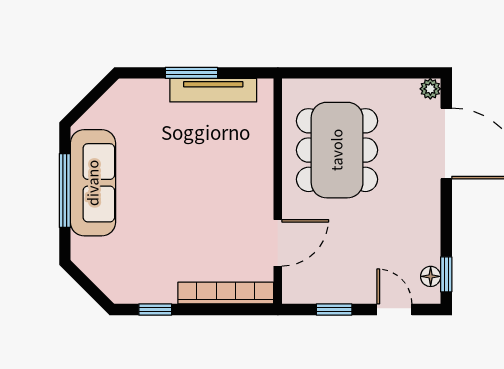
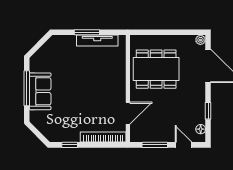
dining table: (337, 150) -> (156, 69), turned 90
sofa: (93, 183) -> (40, 91), width x0.73
window: (446, 274) -> (208, 111), moved
window: (334, 309) -> (155, 145), width x1.50

